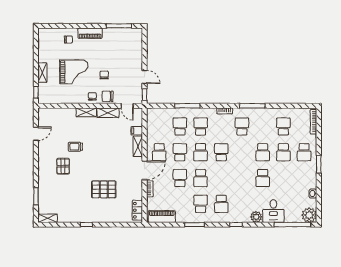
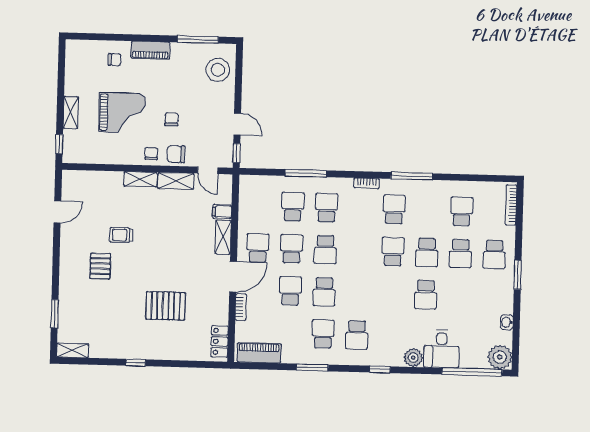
stool: (132, 44) -> (218, 70), added
school desk: (159, 152) -> (258, 248), turned 180
school desk: (221, 152) -> (393, 252), moved

